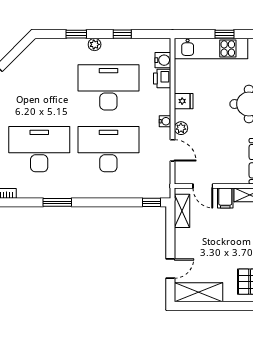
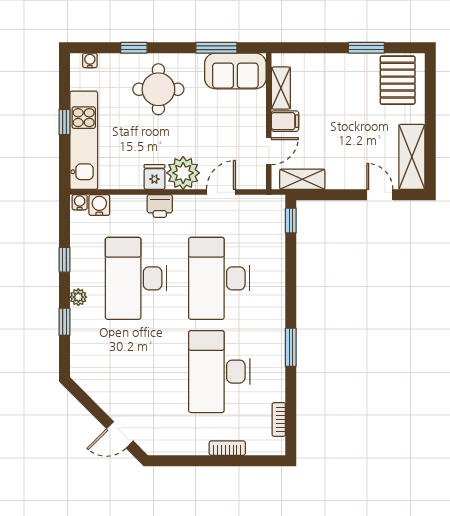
printer: (162, 78) -> (160, 206), moved
water cooler: (165, 121) -> (80, 202), moved
plant: (181, 128) -> (183, 173), width x1.88, depth x1.88

